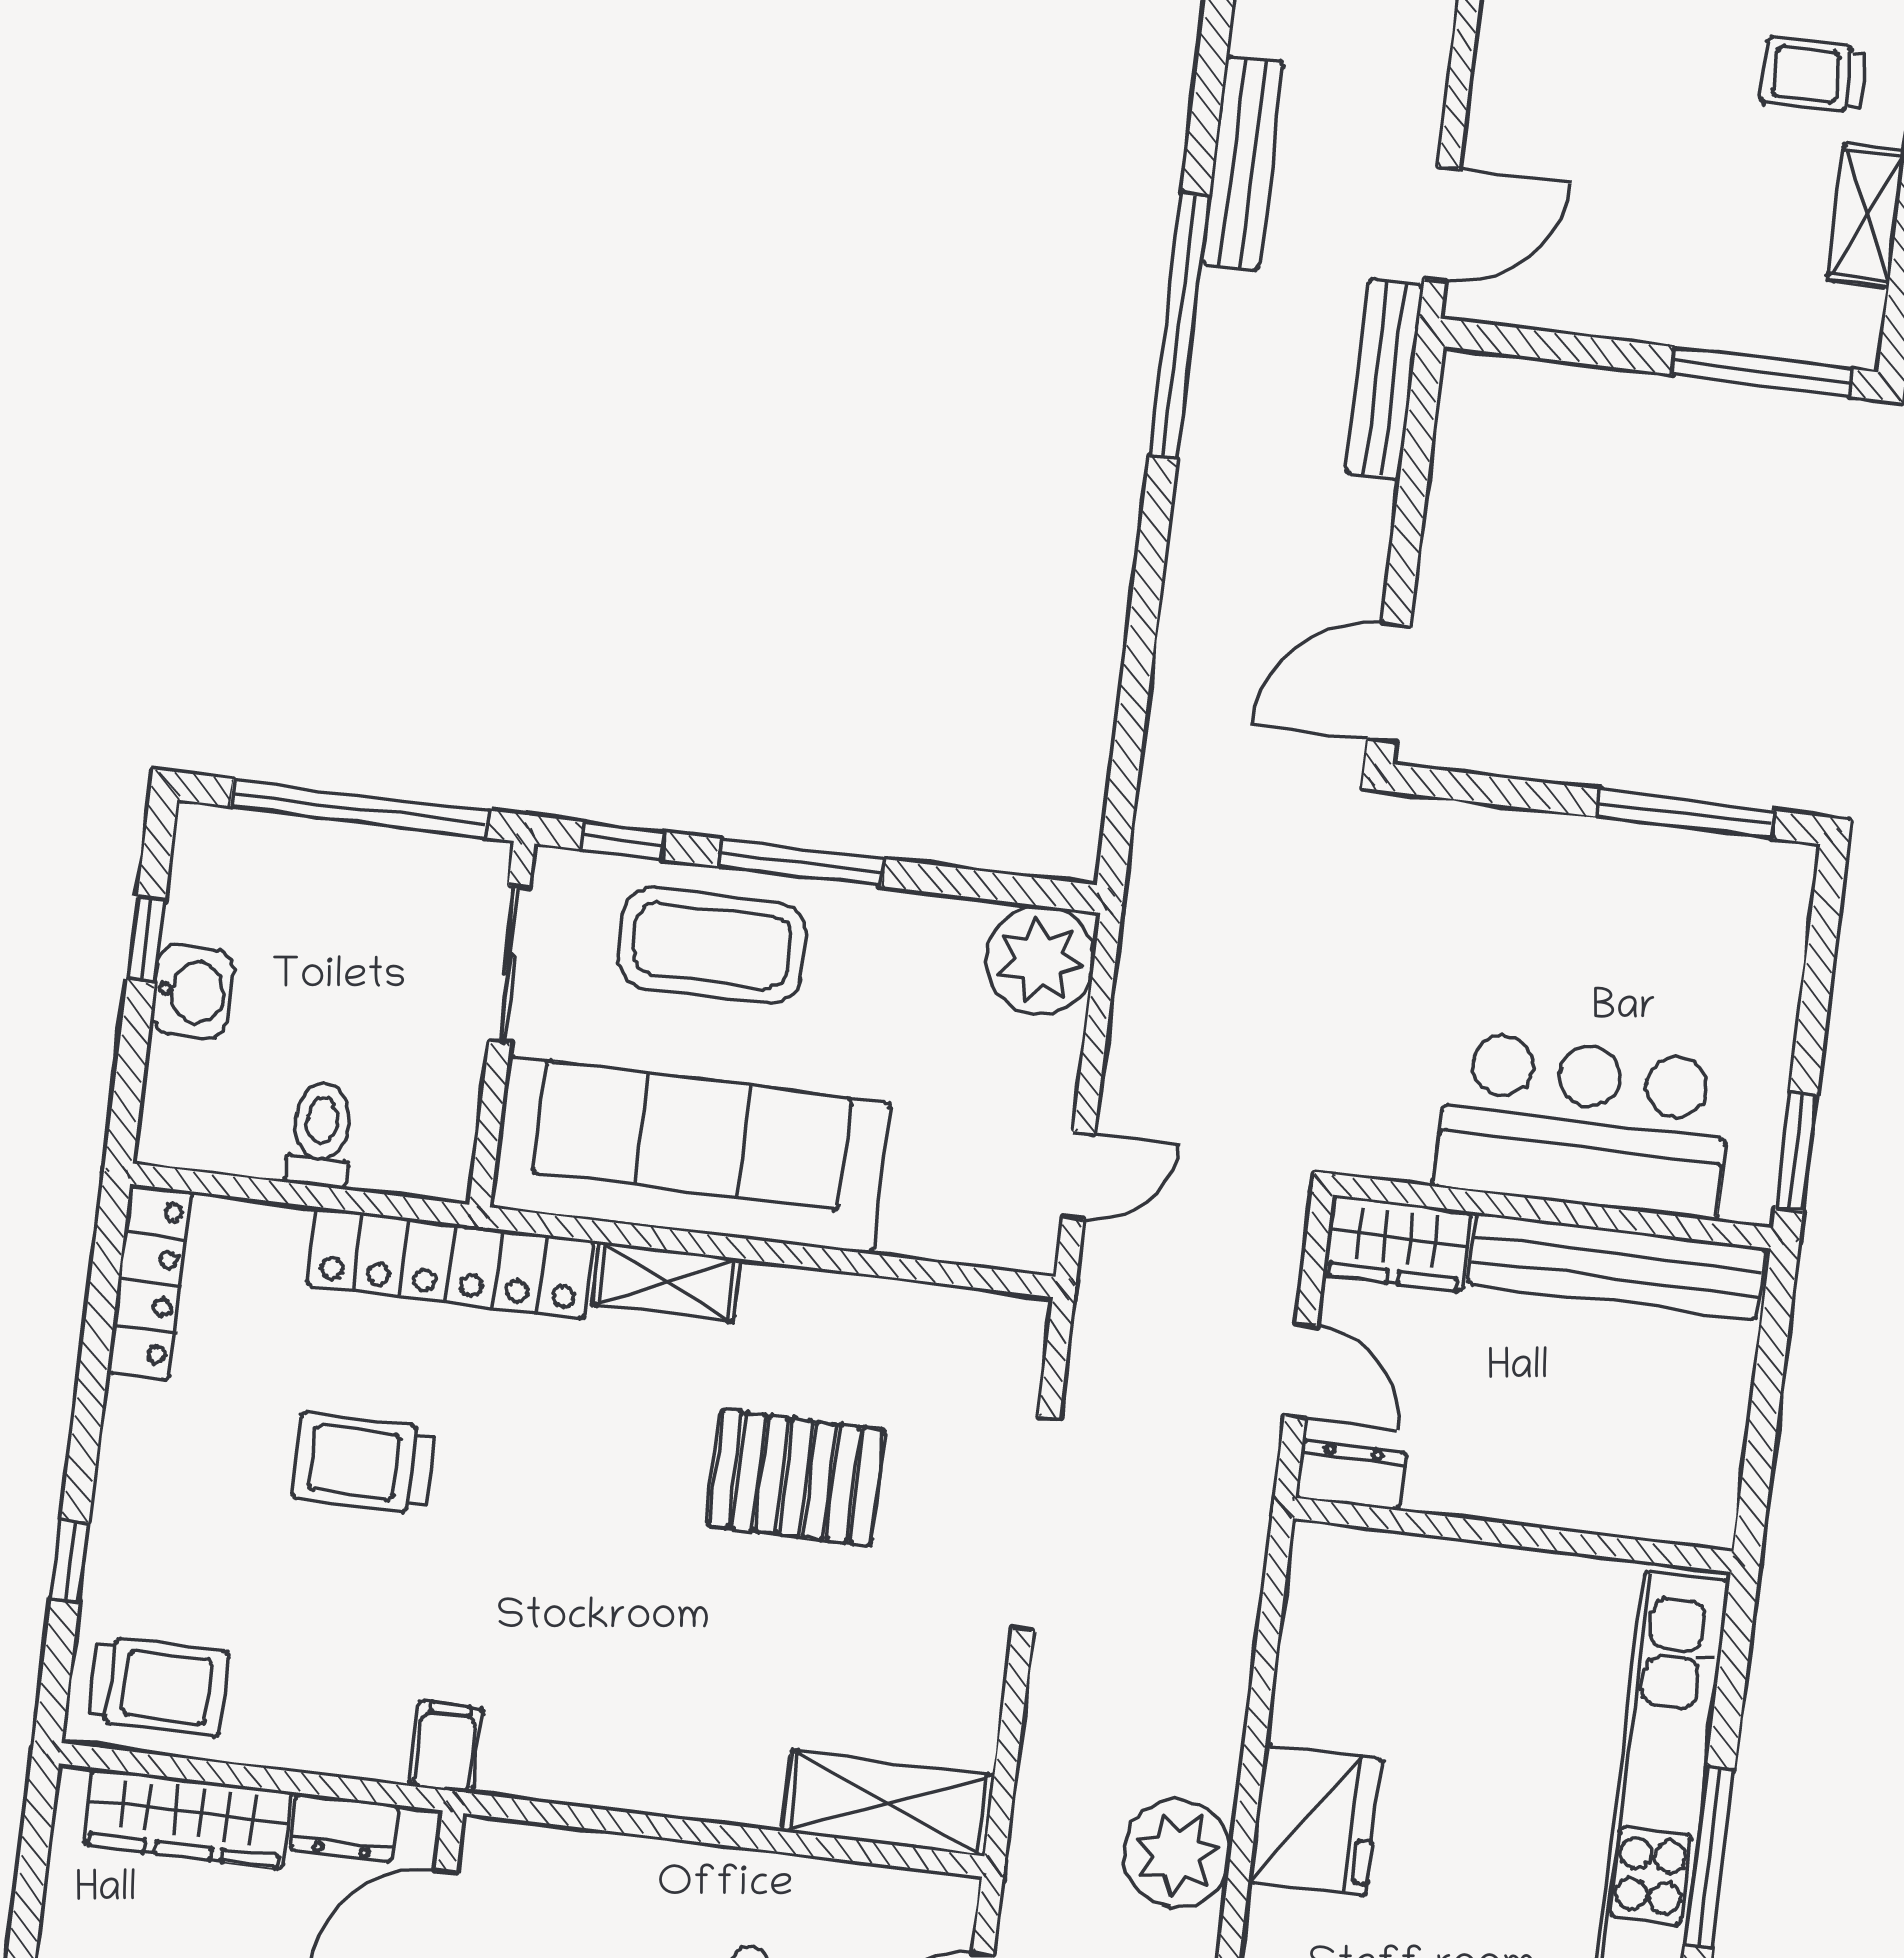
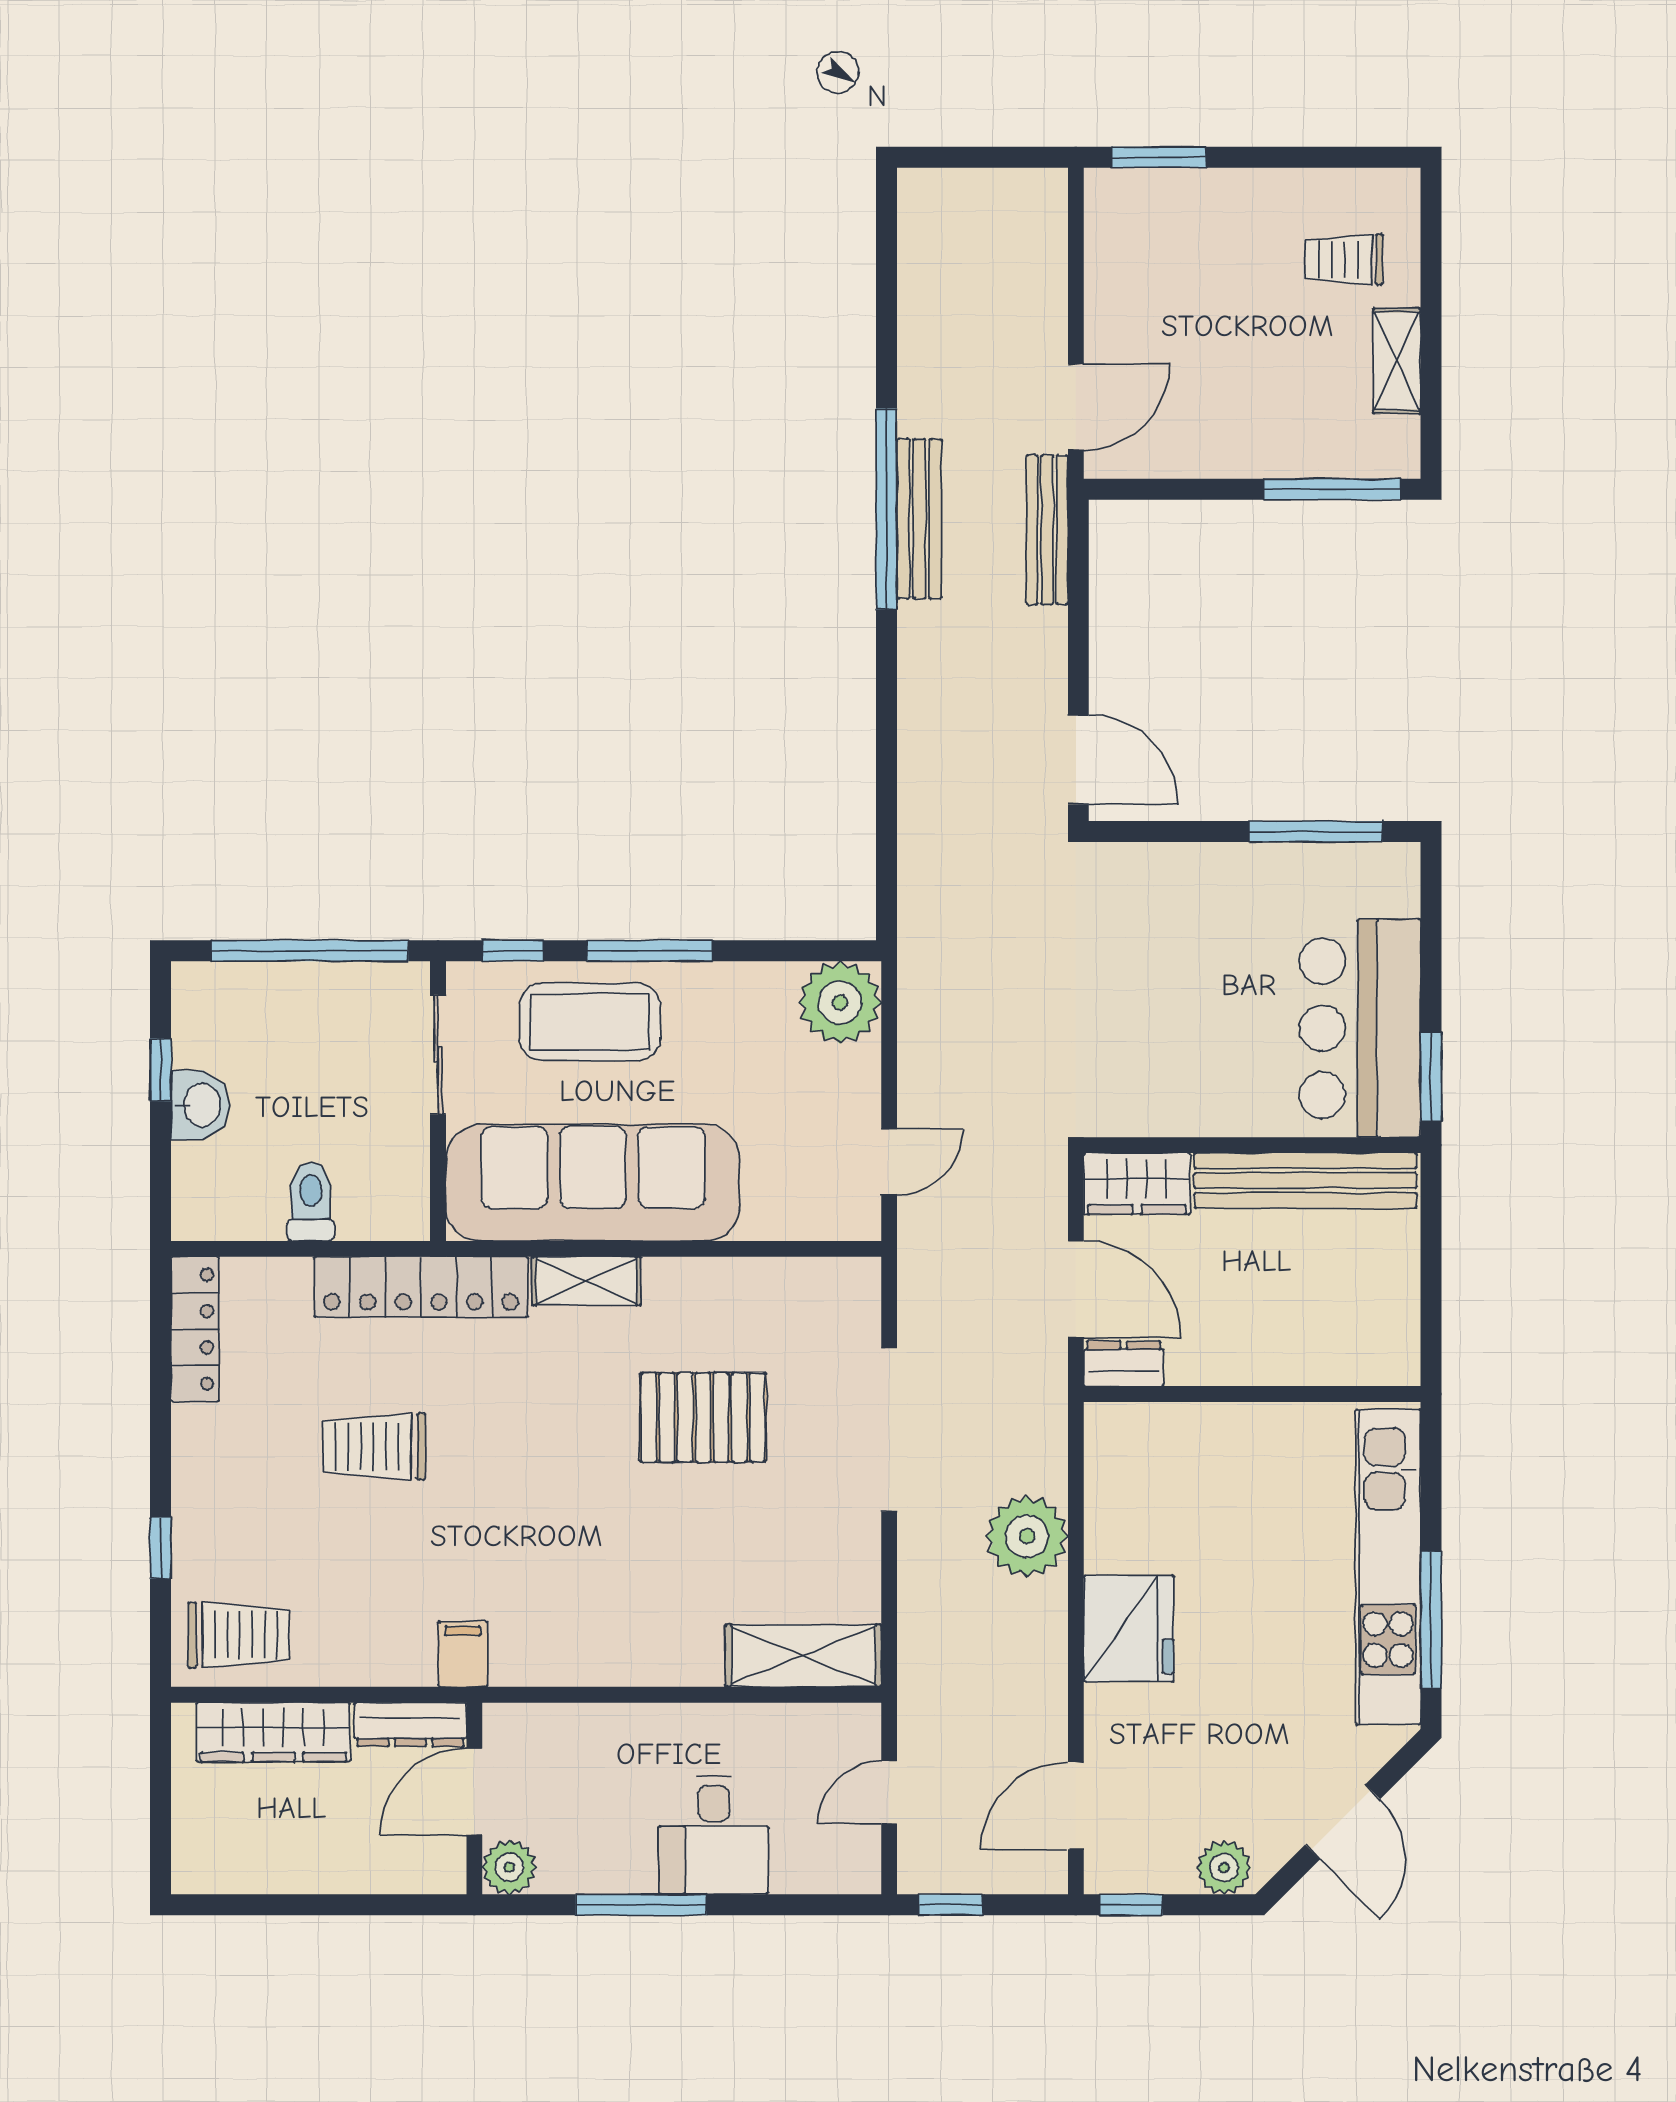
bench: (1243, 163) -> (919, 519), moved
door: (1389, 683) -> (1078, 760), swing flipped
bar counter: (1584, 1125) -> (1360, 1028), moved, turned -90
door: (1301, 1371) -> (1076, 1289), width x1.38
dresser: (344, 1827) -> (410, 1724), width x1.44
plant: (1177, 1853) -> (1027, 1536), moved

